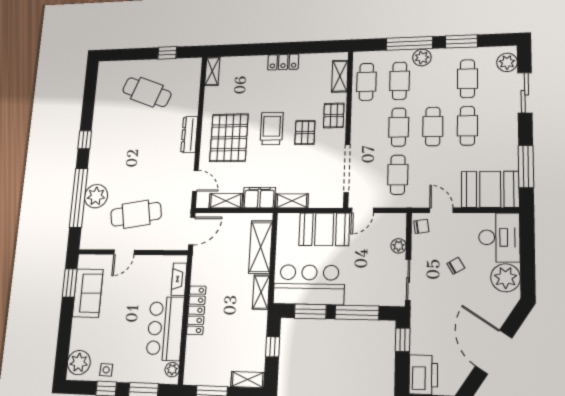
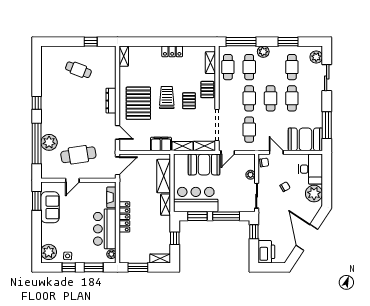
window: (409, 43) -> (241, 42), moved
cafe table: (147, 92) -> (78, 70), width x0.73, depth x0.74
shelving: (226, 201) -> (205, 146), moved

